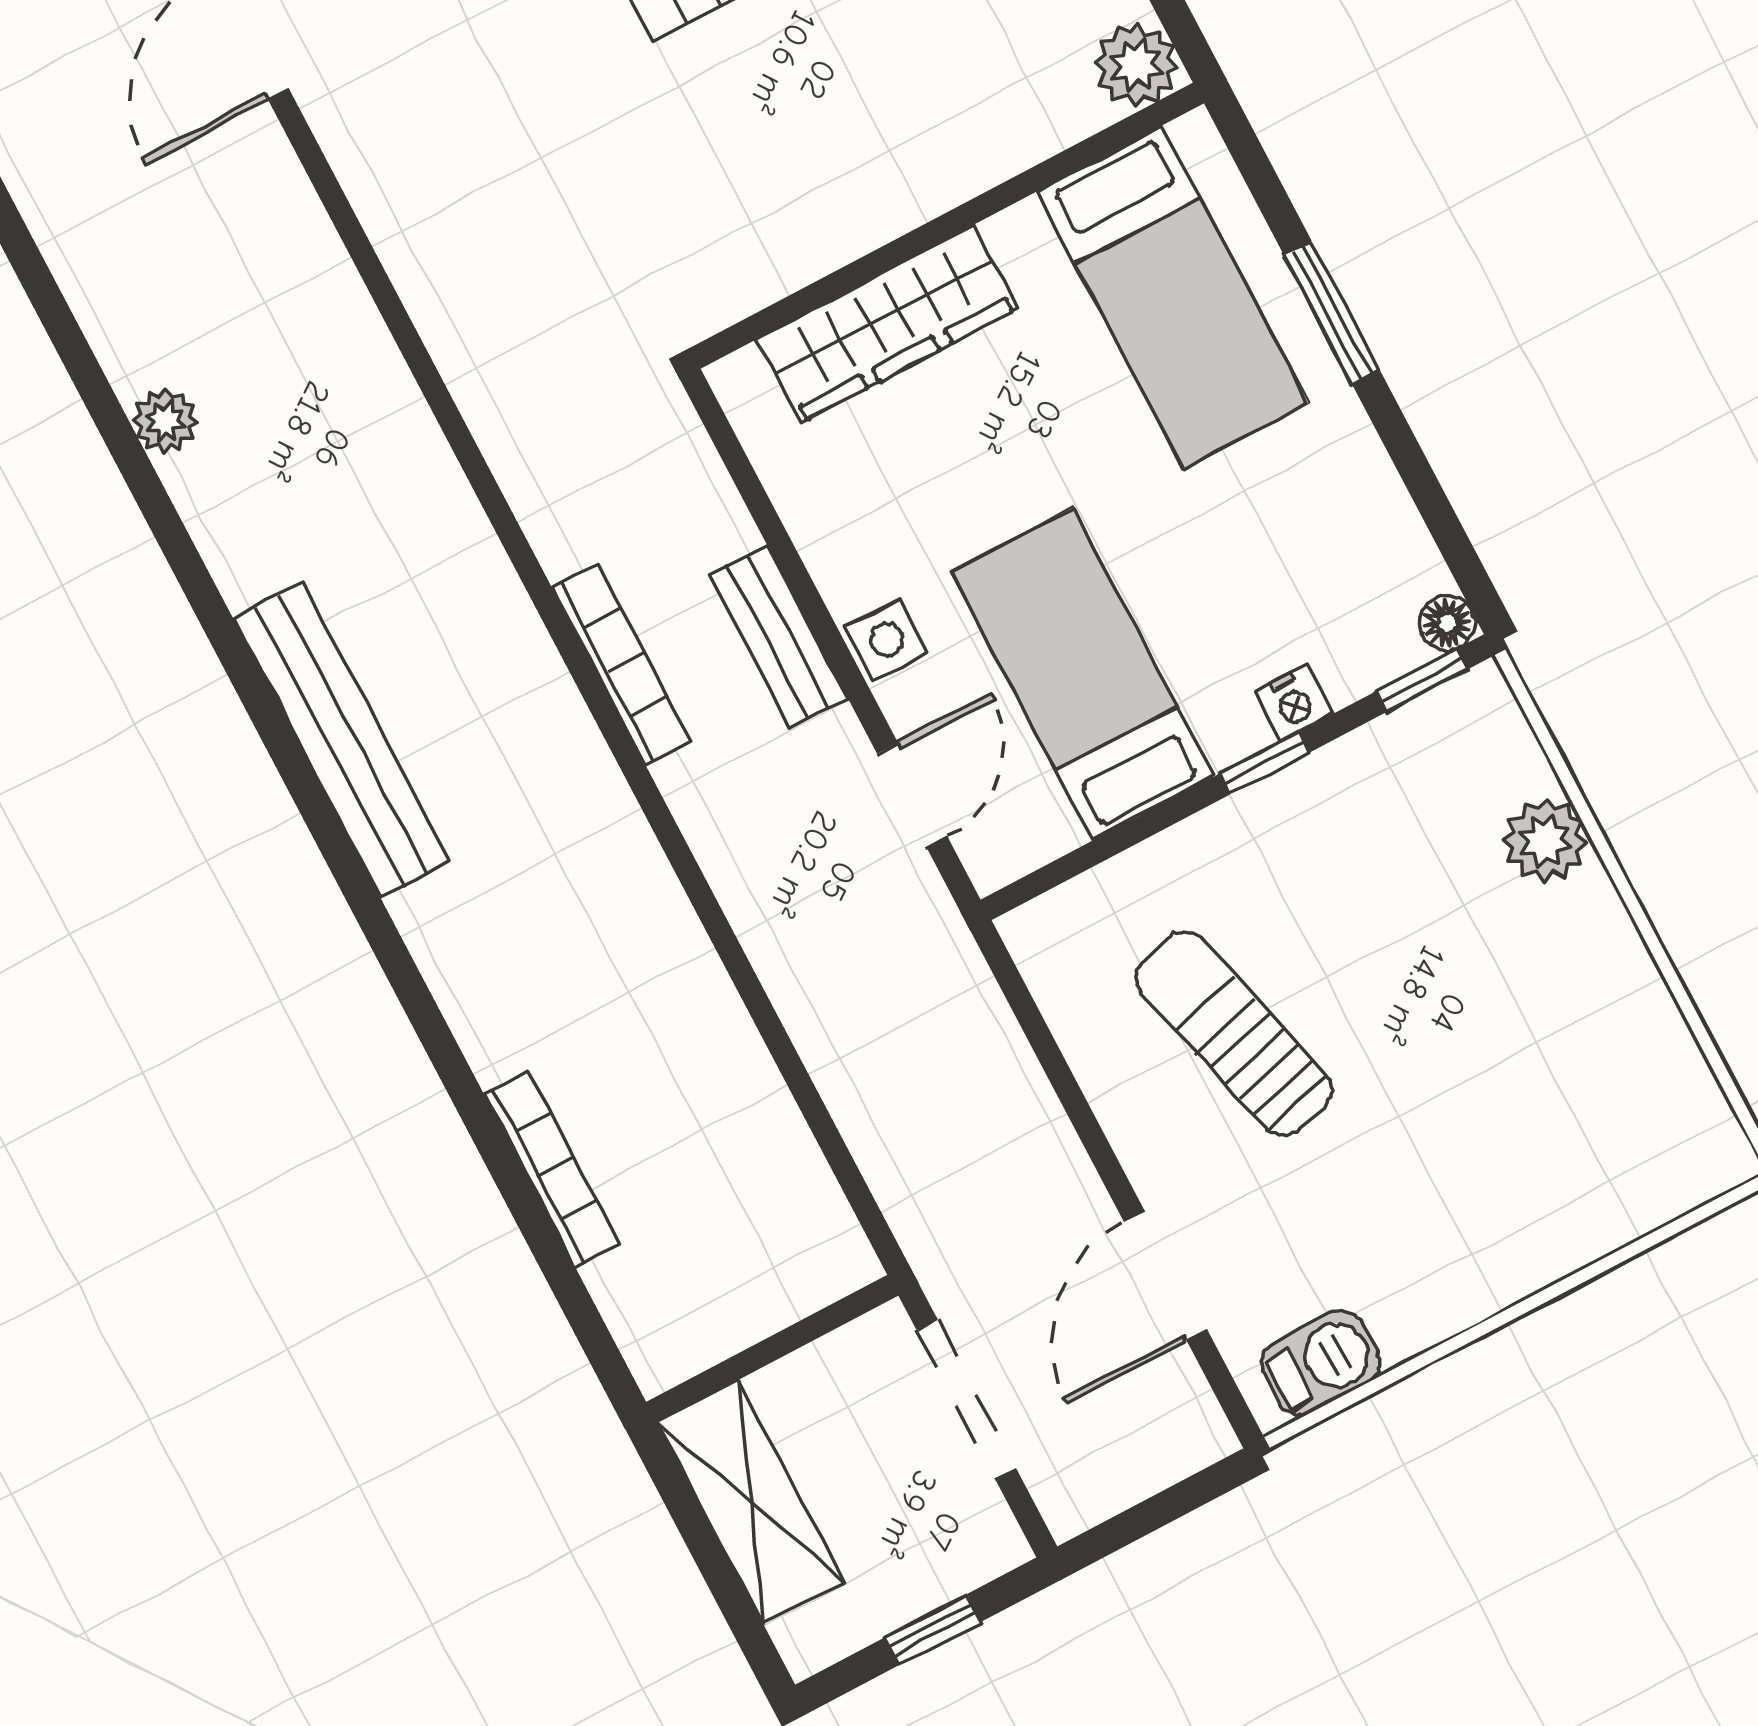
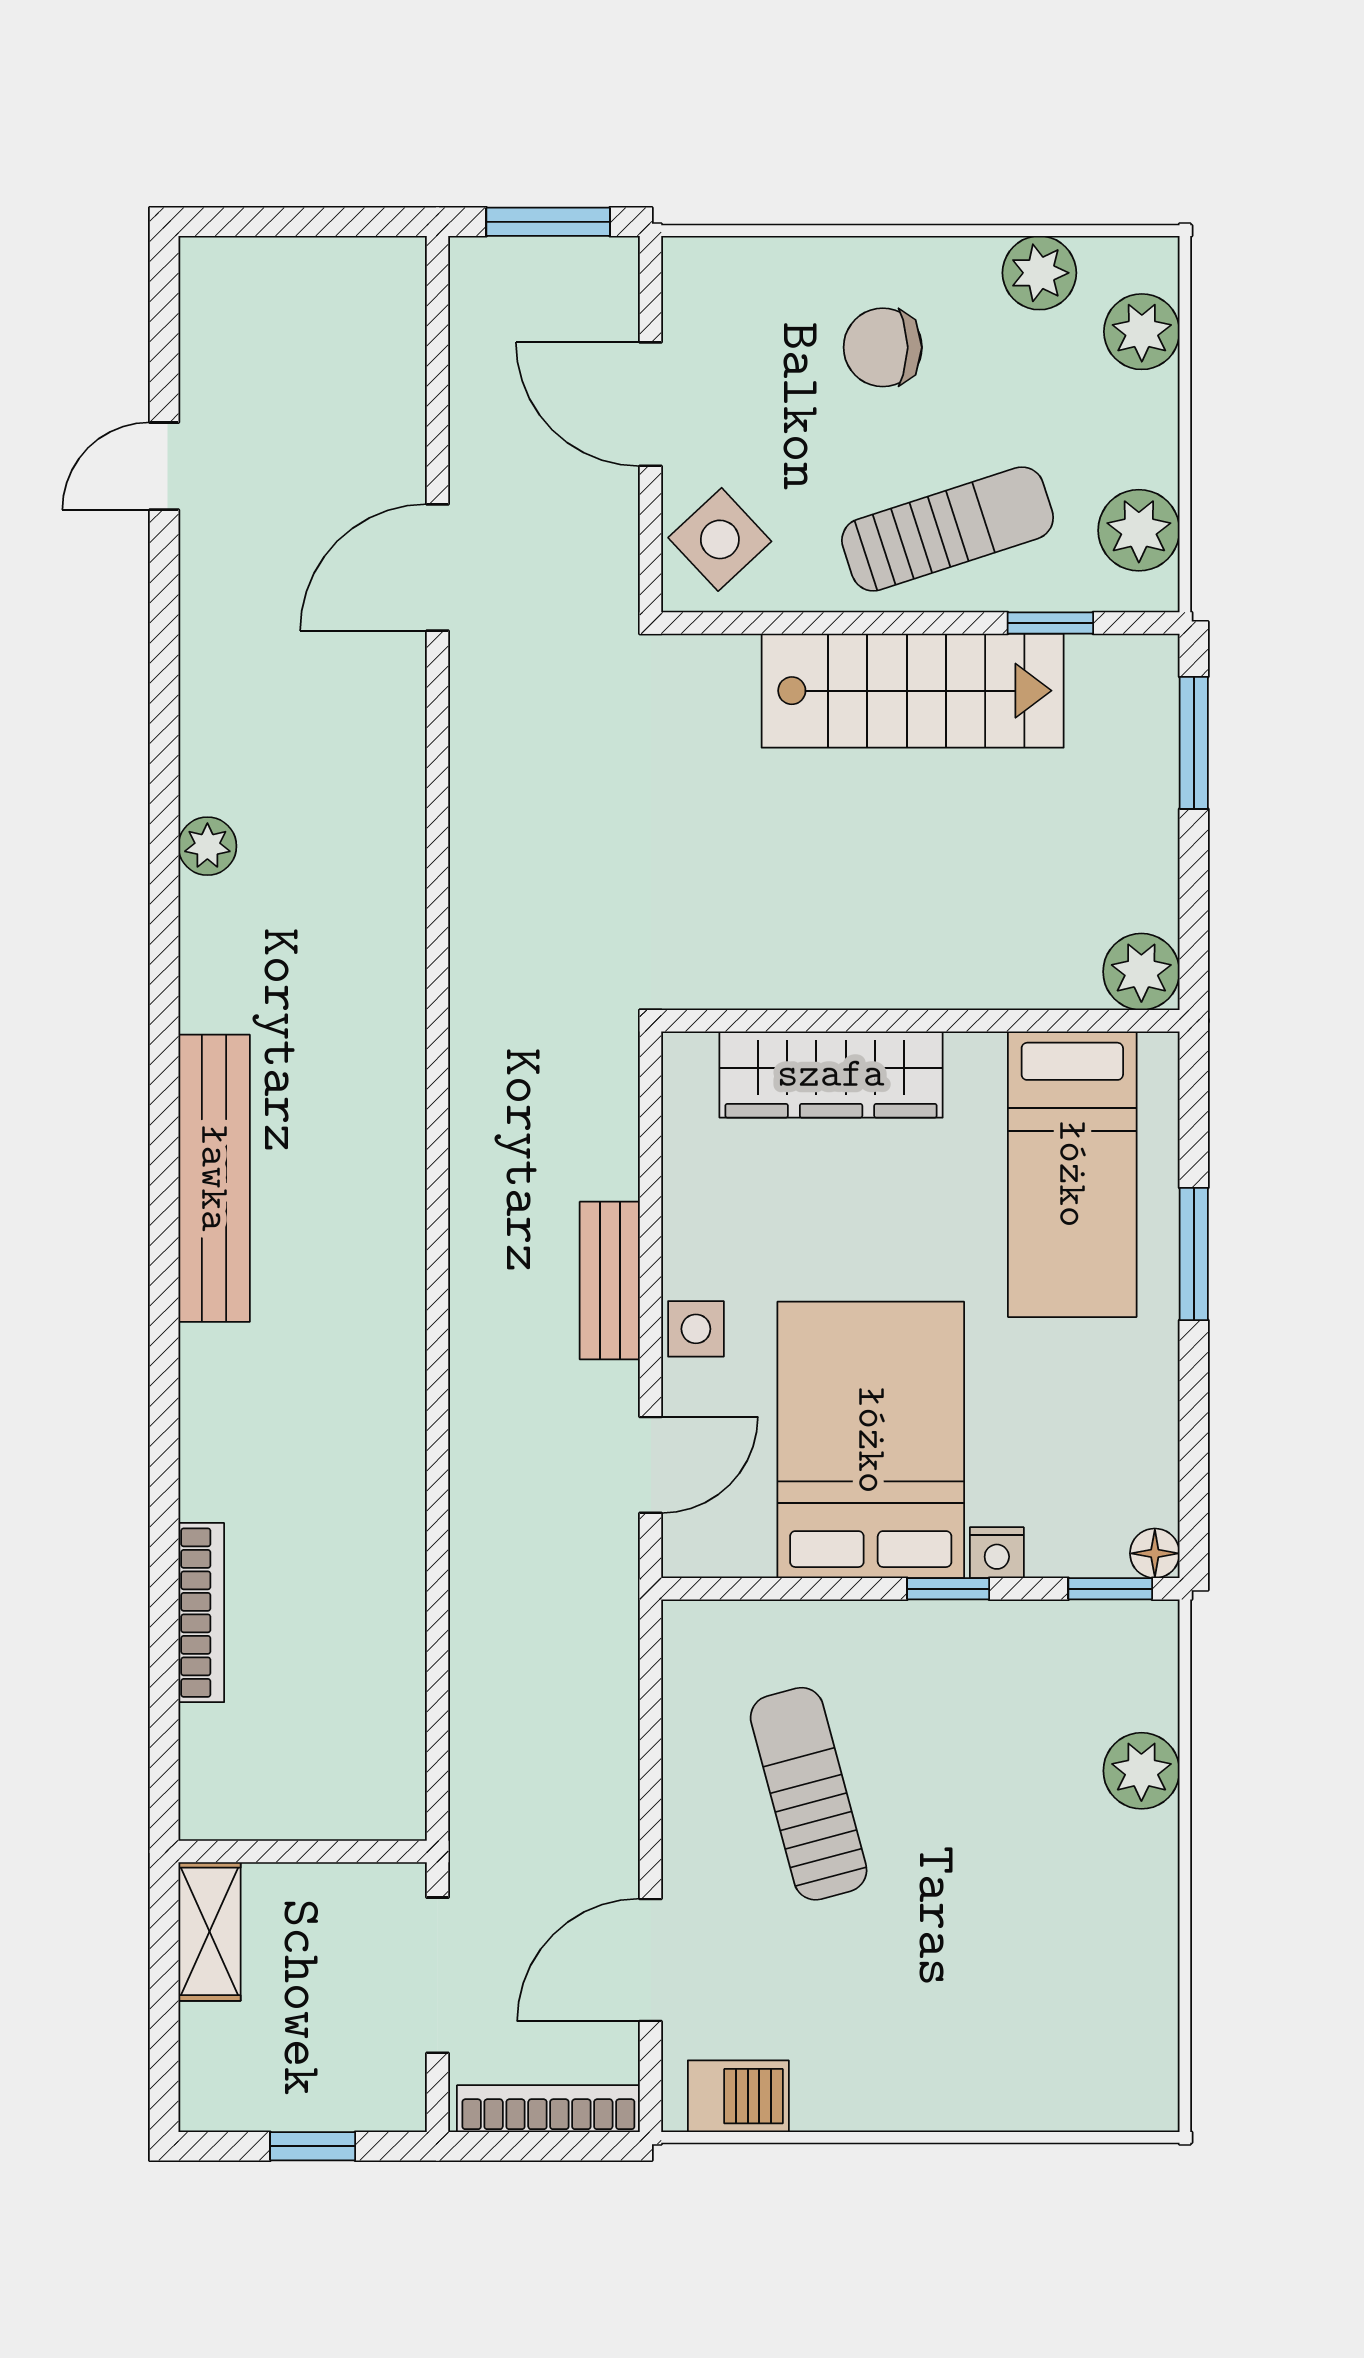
bookcase: (621, 665) -> (548, 2109), moved, turned -90
bed: (1083, 674) -> (871, 1440), width x1.50
shelving: (751, 1502) -> (209, 1931), width x0.67, depth x0.75

